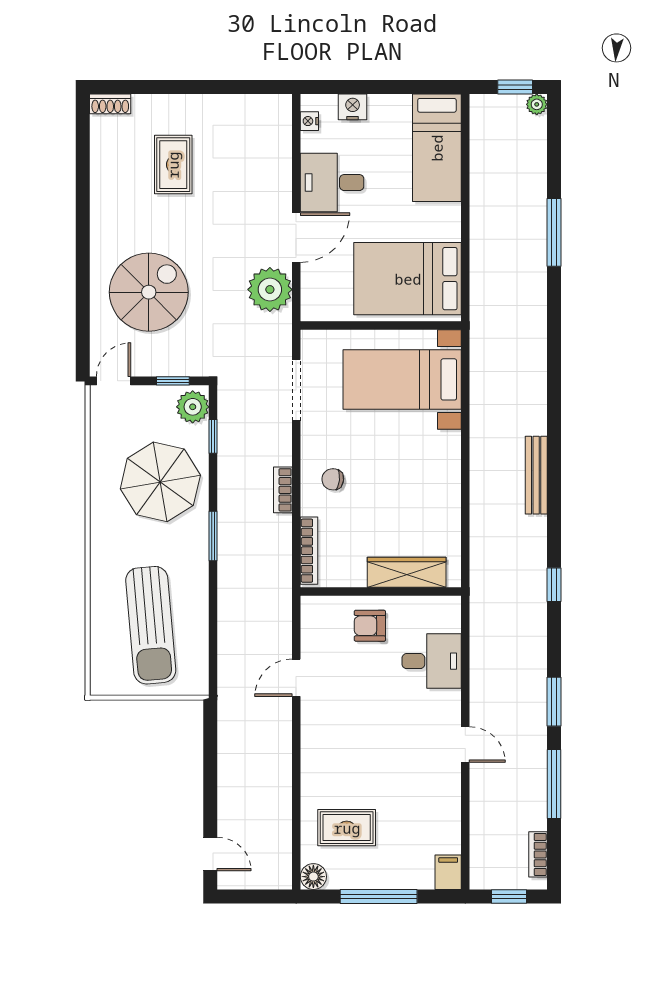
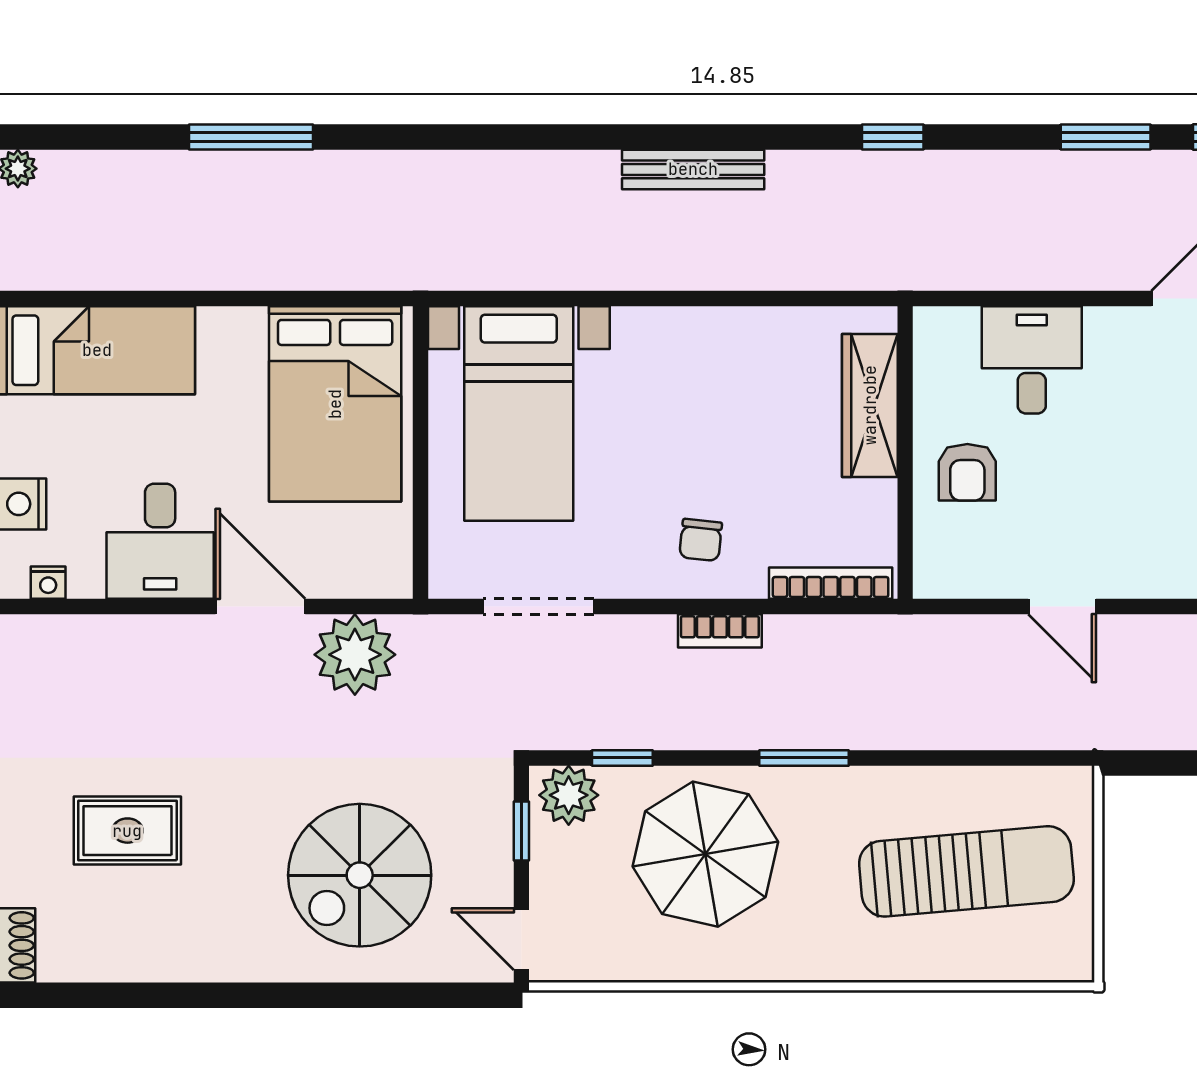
spiral stairs: (149, 292) -> (360, 875), turned -90

